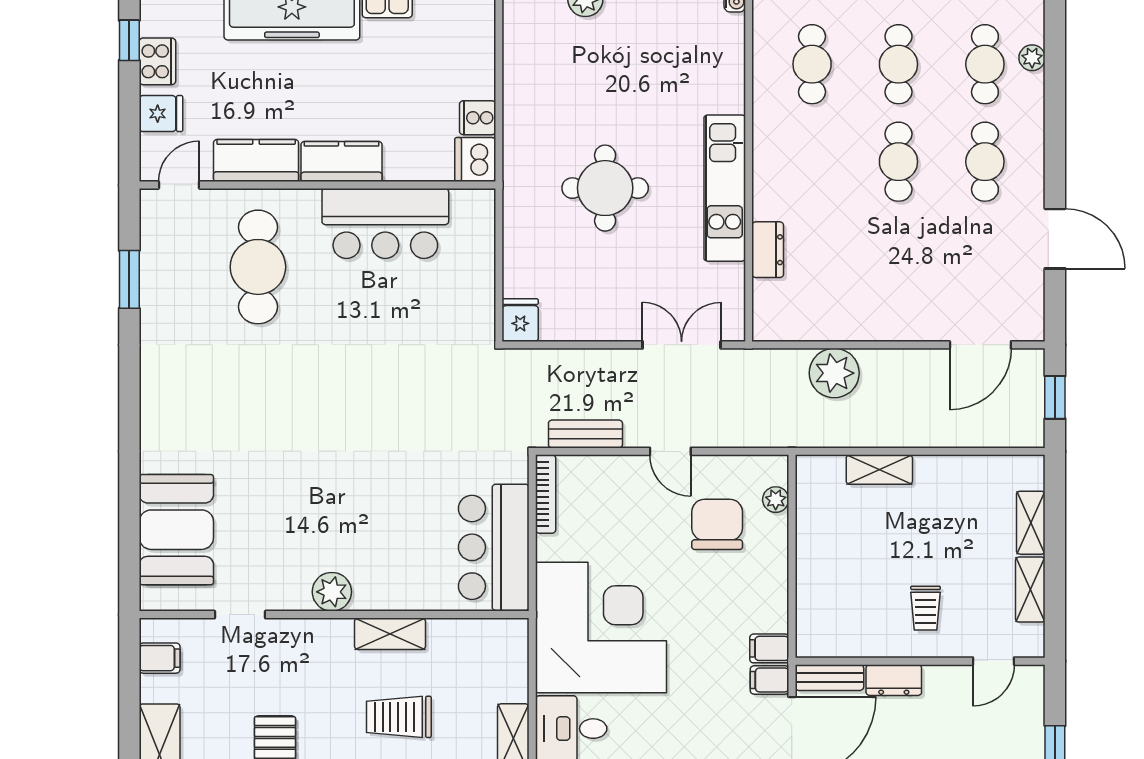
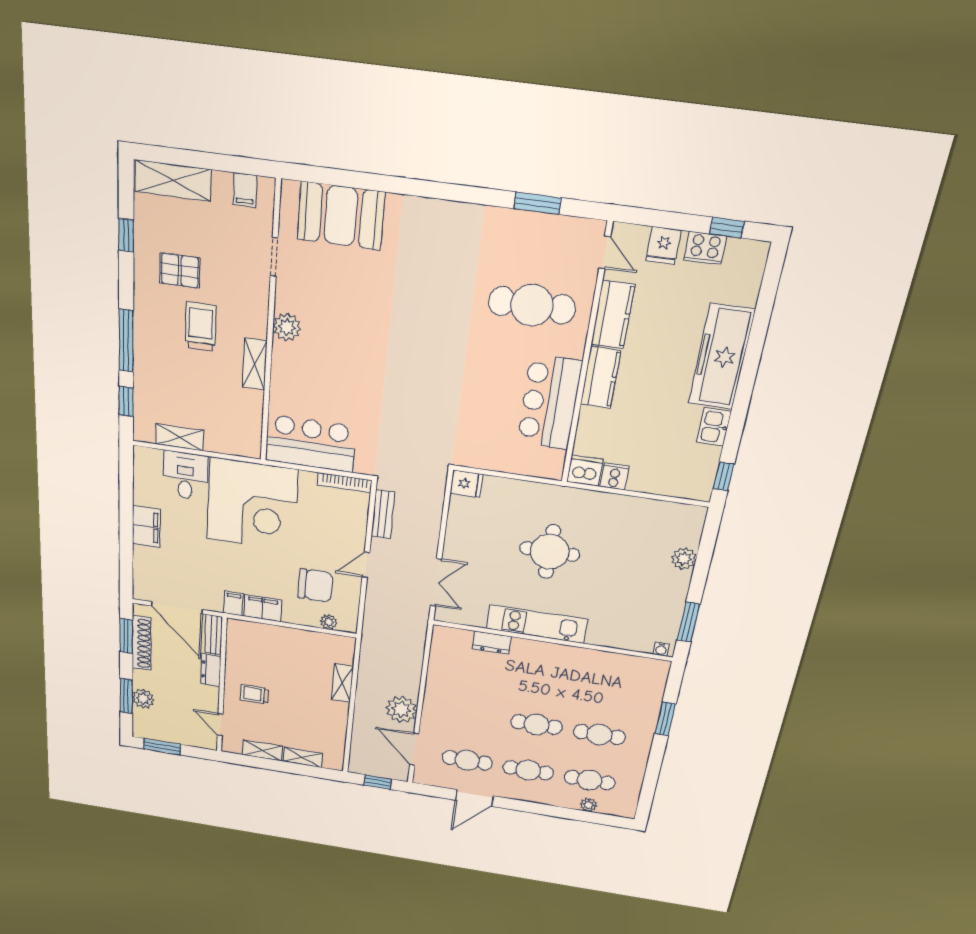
cafe table: (812, 64) -> (467, 760), moved
plant: (834, 373) -> (401, 709), moved
filing cabinet: (769, 680) -> (263, 608), moved, width x2.00
trolley: (399, 717) -> (201, 327), moved

